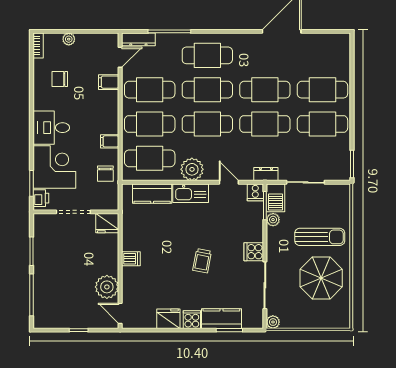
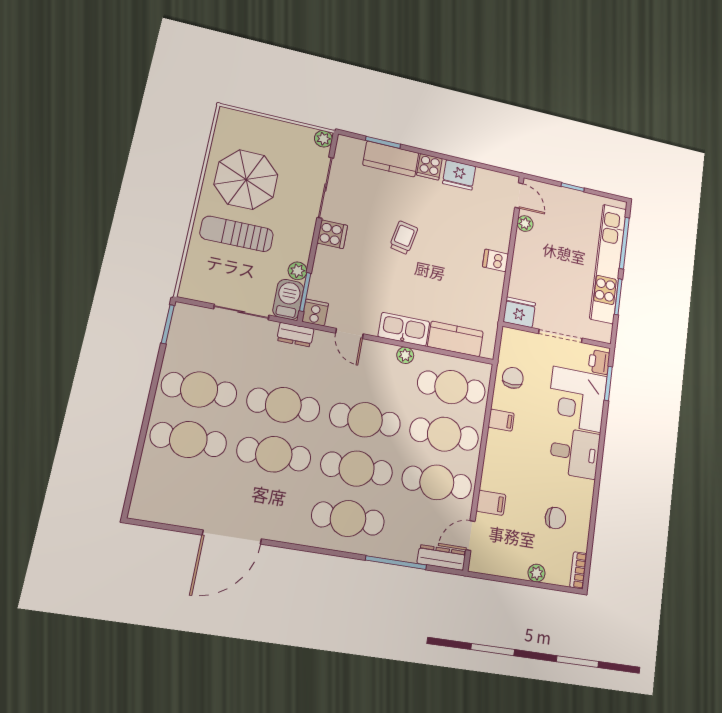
plant: (192, 169) -> (405, 355), width x0.53, depth x0.53
kitchen unit: (43, 276) -> (608, 263), added
plant: (107, 287) -> (525, 224), width x0.53, depth x0.53

